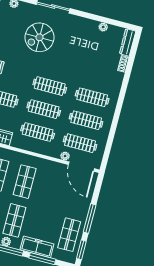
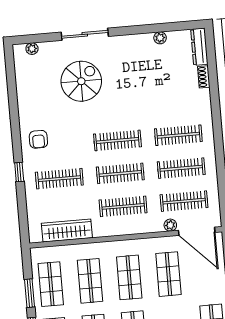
spiral stairs: (39, 37) -> (81, 81), turned 180
shop shelf: (52, 189) -> (168, 274), added

